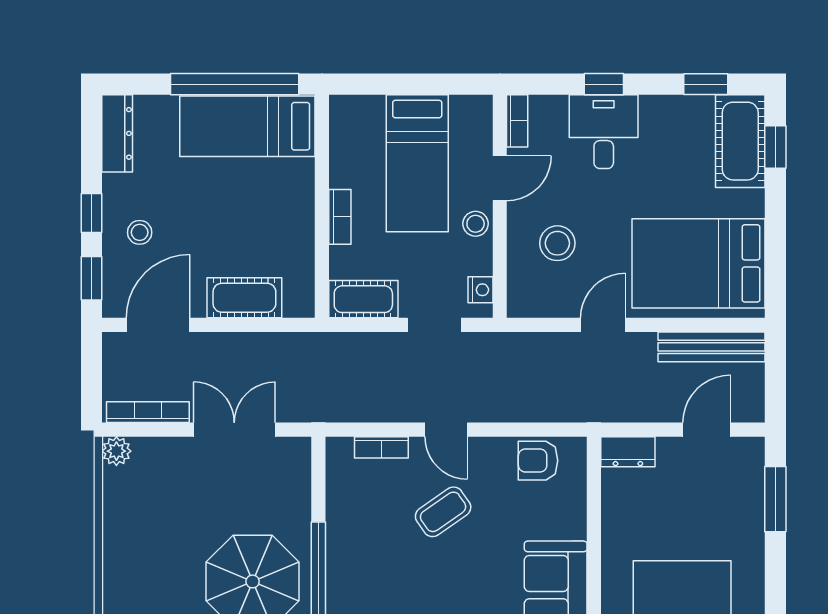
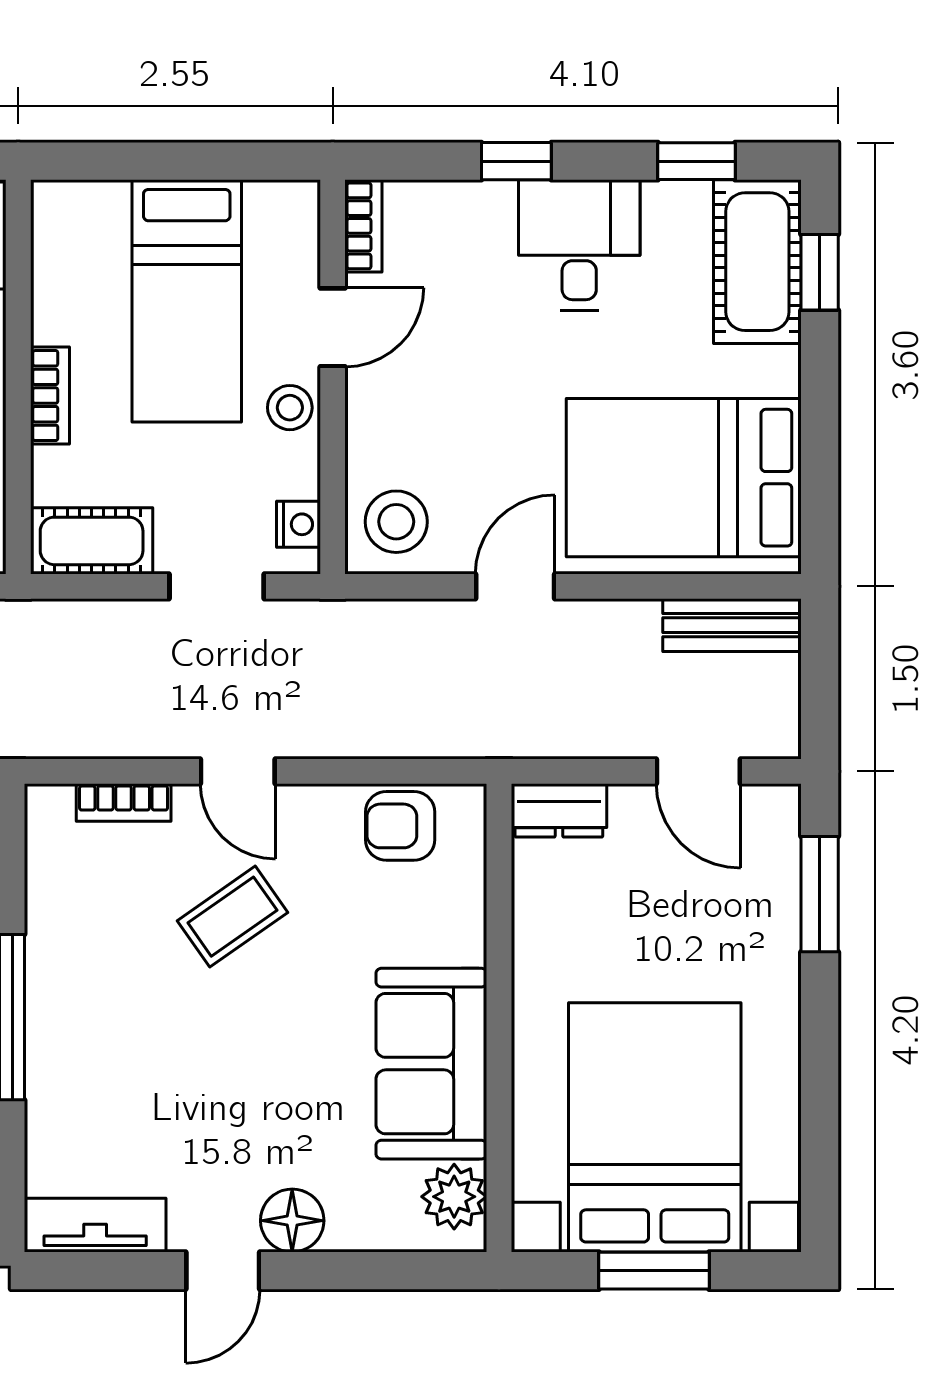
desk: (604, 132) -> (579, 245), moved
stool: (557, 243) -> (396, 522), moved
bench: (712, 347) -> (732, 625), width x0.73
door: (707, 430) -> (698, 771), swing flipped

